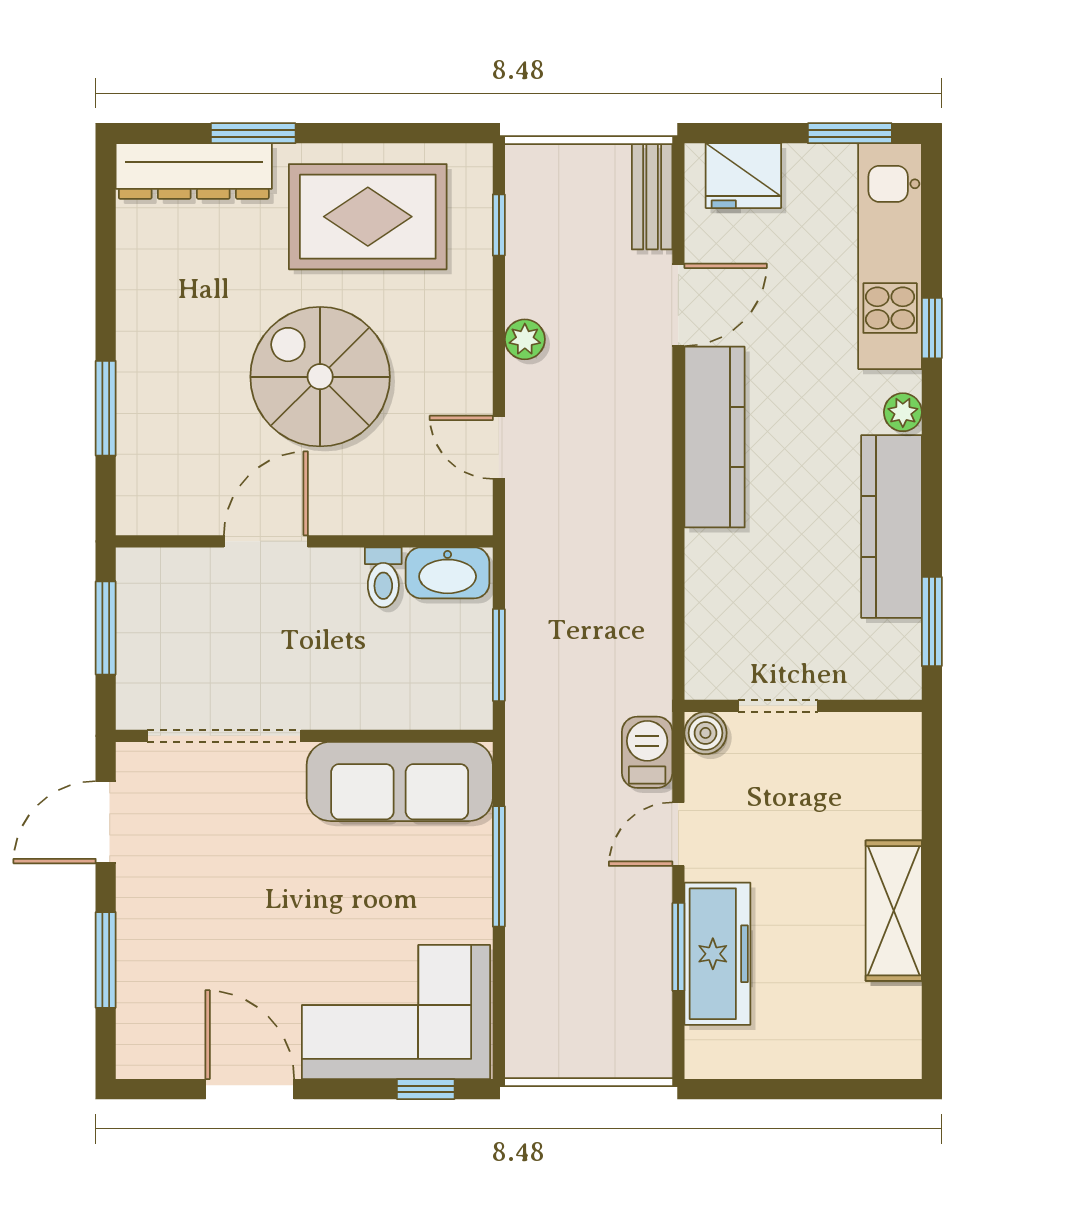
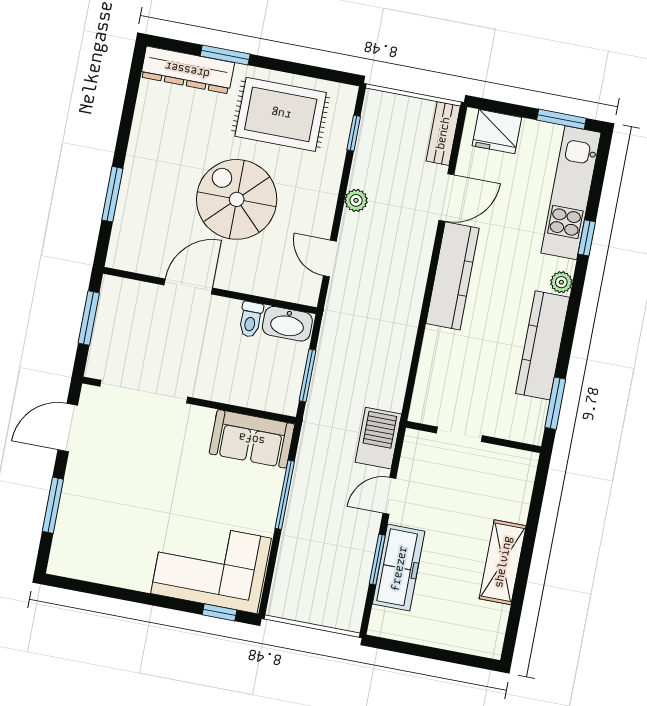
boiler: (705, 733) -> (416, 442), removed
barbecue: (647, 752) -> (378, 438), width x1.38, depth x1.27
sofa: (400, 781) -> (252, 439), width x0.73
door: (250, 1089) -> (120, 594), removed

